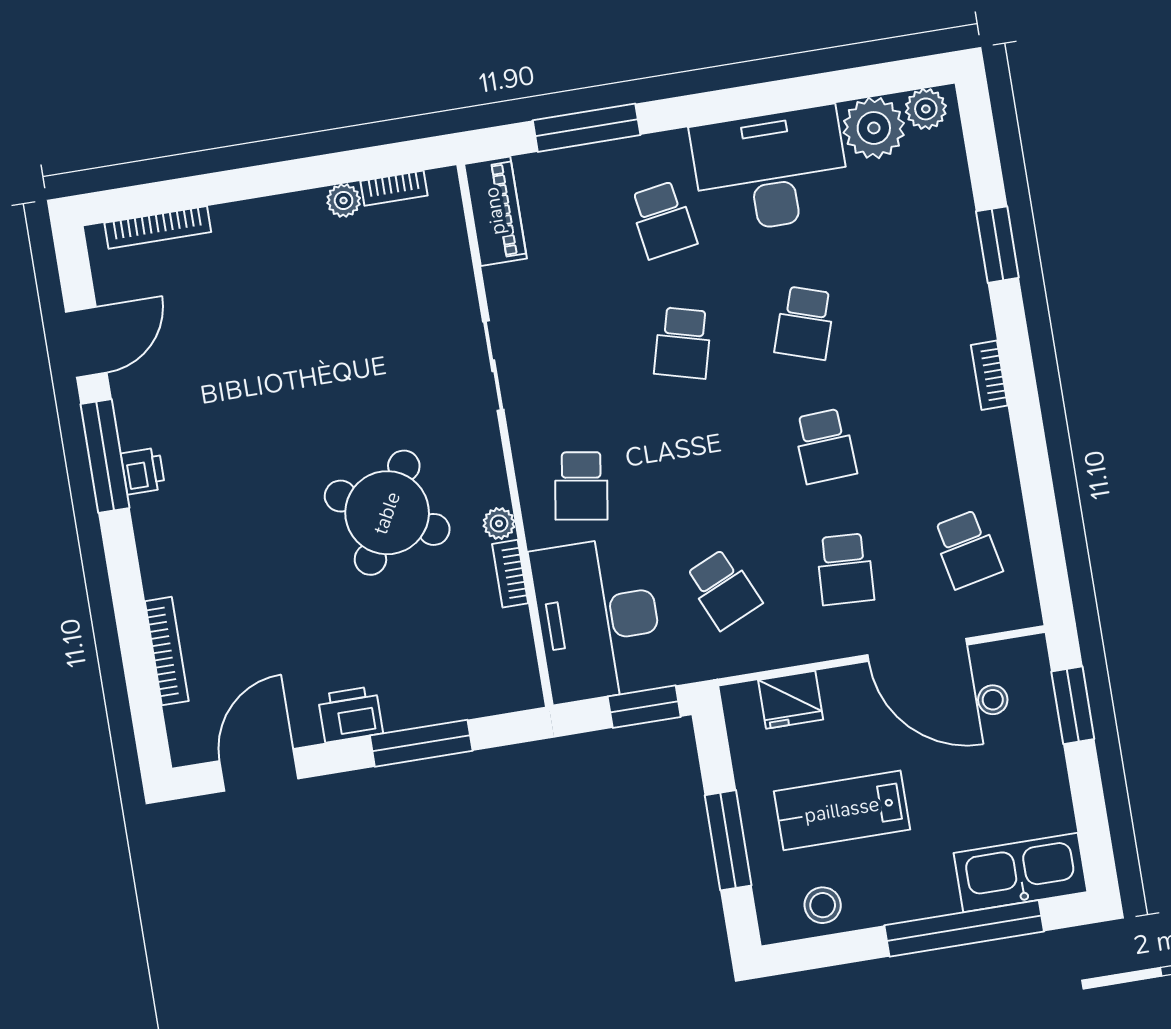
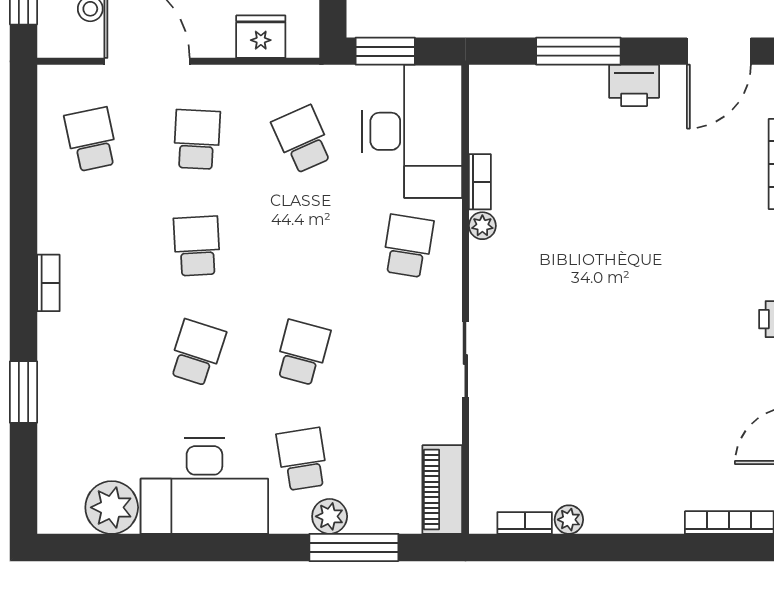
plant: (926, 109) -> (330, 516), moved
round table: (387, 513) -> (575, 250), removed

